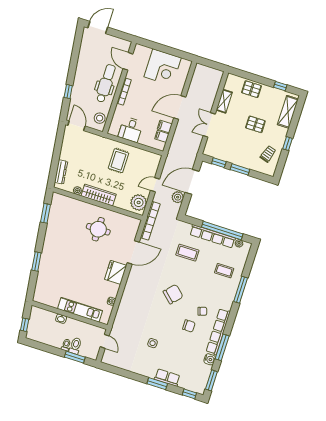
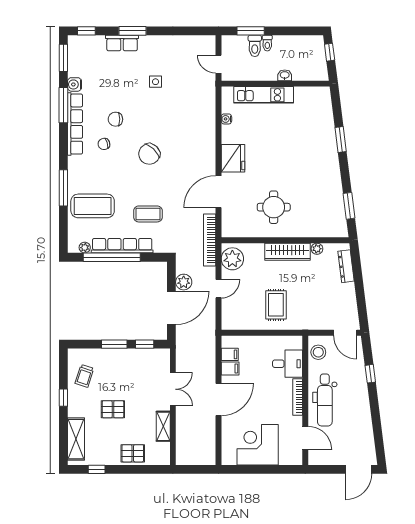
desk: (131, 130) -> (288, 364), moved, turned 90
coffee table: (224, 271) -> (93, 206), width x1.86, depth x1.72

